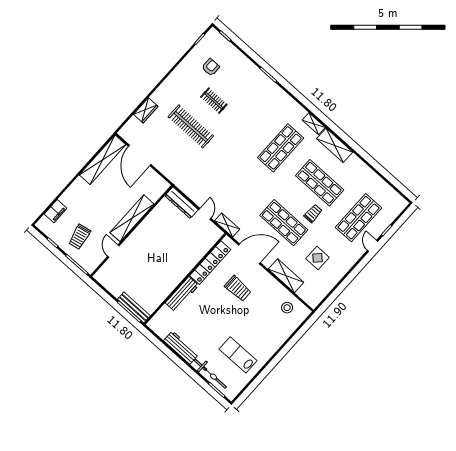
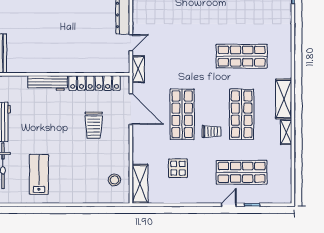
shelving: (314, 124) -> (286, 132), moved
shelving: (286, 276) -> (140, 184), moved

